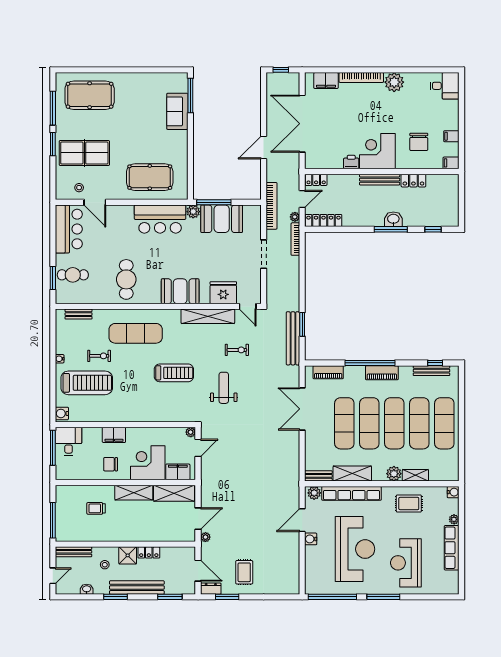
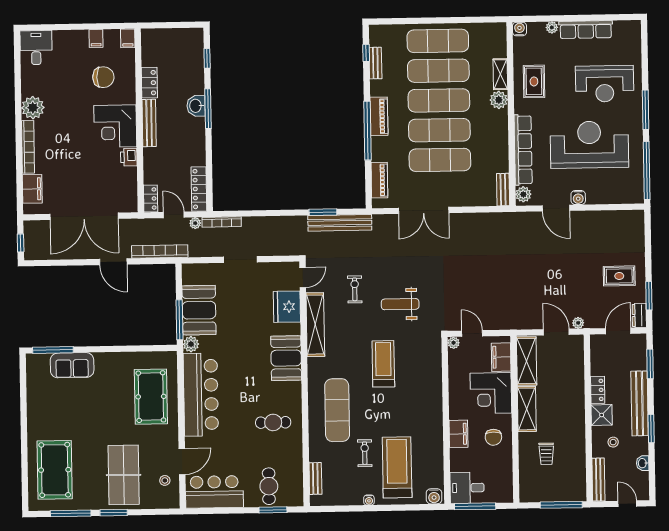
bookcase: (272, 206) -> (160, 251), moved
bar counter: (160, 219) -> (201, 395), width x1.36
cafe table: (126, 279) -> (273, 422), width x0.73, depth x0.74
bench: (431, 371) -> (375, 63), width x0.73
shelving: (352, 474) -> (499, 149), removed

